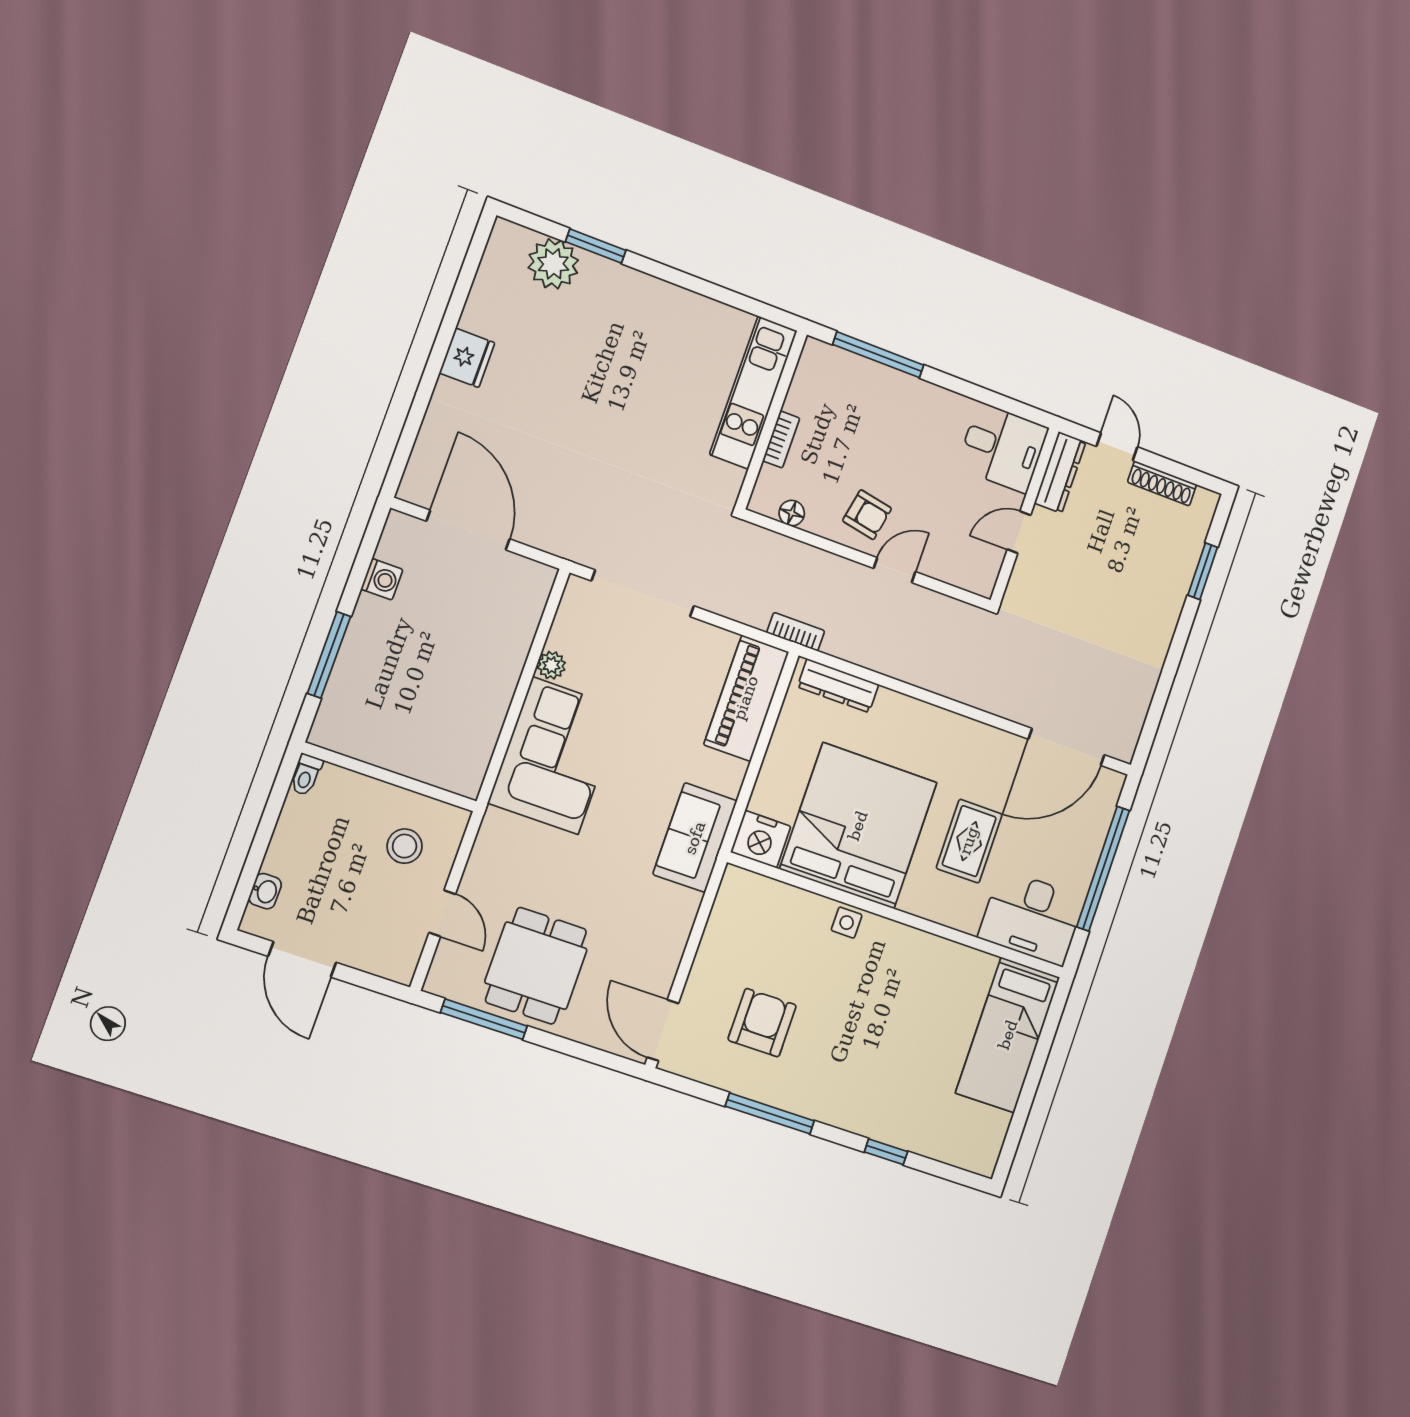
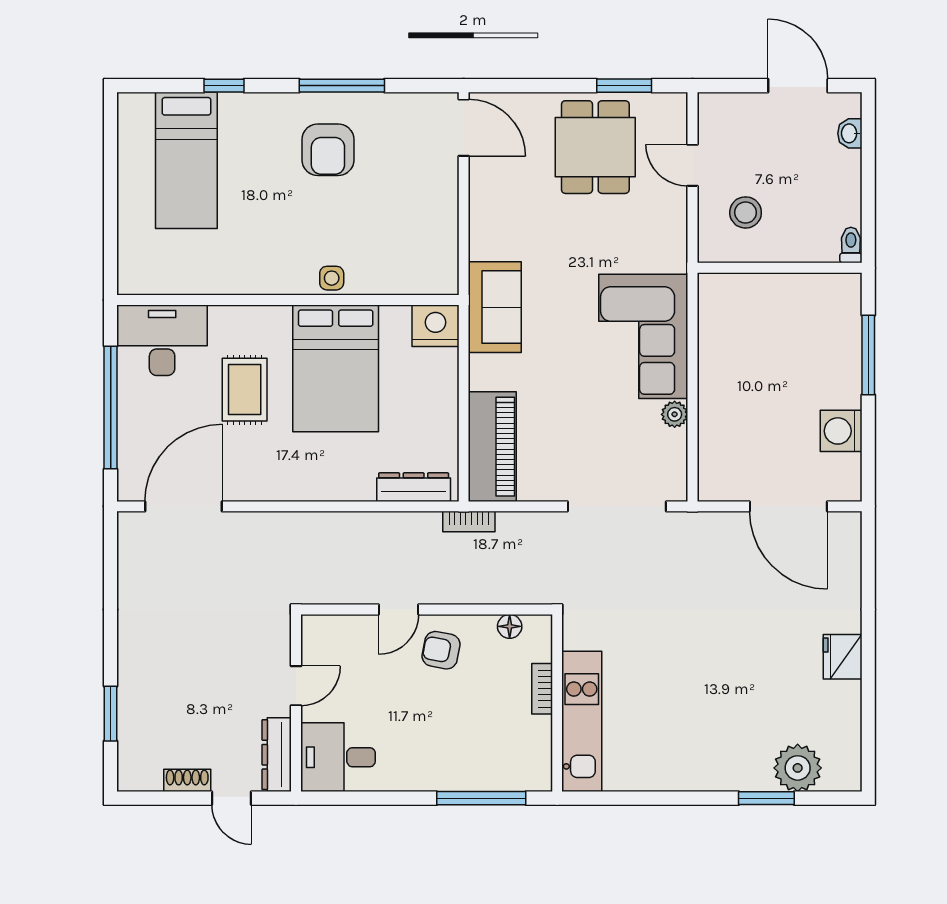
shoe rack: (1162, 483) -> (187, 780), width x0.70
washing machine: (382, 579) -> (841, 431), width x1.38, depth x1.38
bed: (858, 826) -> (336, 368), width x0.73
window: (484, 1019) -> (624, 86), width x0.69
armchair: (762, 1023) -> (328, 150), moved
bed: (1008, 1035) -> (186, 160), moved, turned 180

